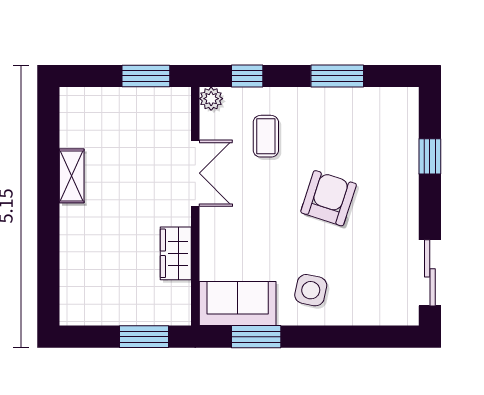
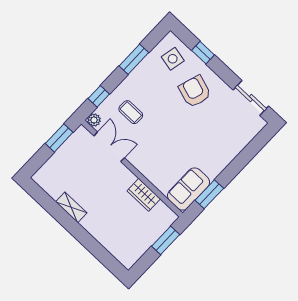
double door: (195, 173) -> (109, 147), moved
armchair: (329, 198) -> (195, 91), moved
side table: (311, 290) -> (173, 59), moved

